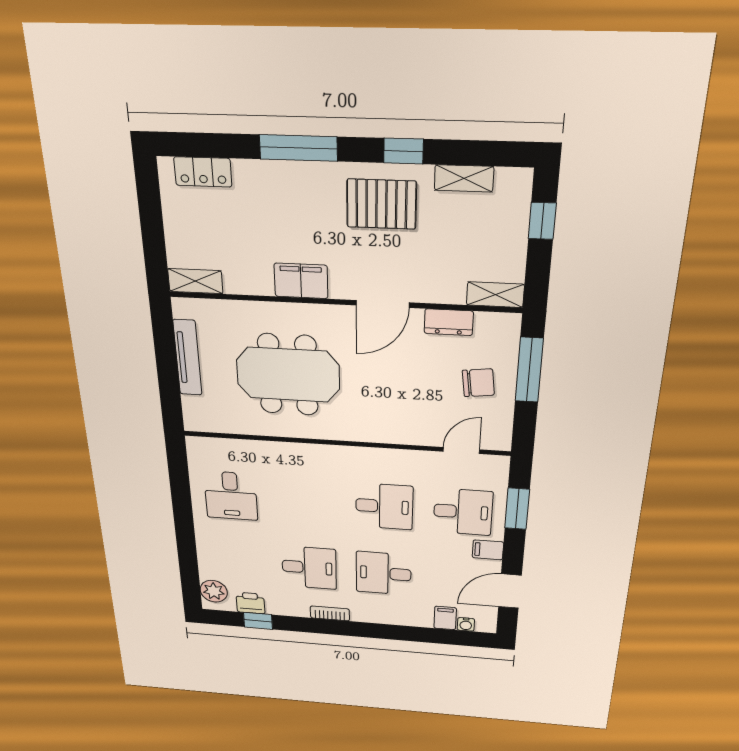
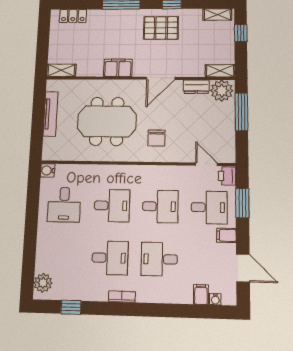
shelving: (464, 178) -> (217, 15), moved
plant: (496, 331) -> (222, 91), added
chair: (478, 383) -> (156, 138), moved, turned 97
water cooler: (197, 446) -> (48, 170), added
door: (461, 451) -> (206, 164), hinge flipped
desk: (307, 501) -> (112, 206), added
door: (510, 591) -> (243, 268), swing flipped
printer: (250, 603) -> (227, 176), moved, turned -90

